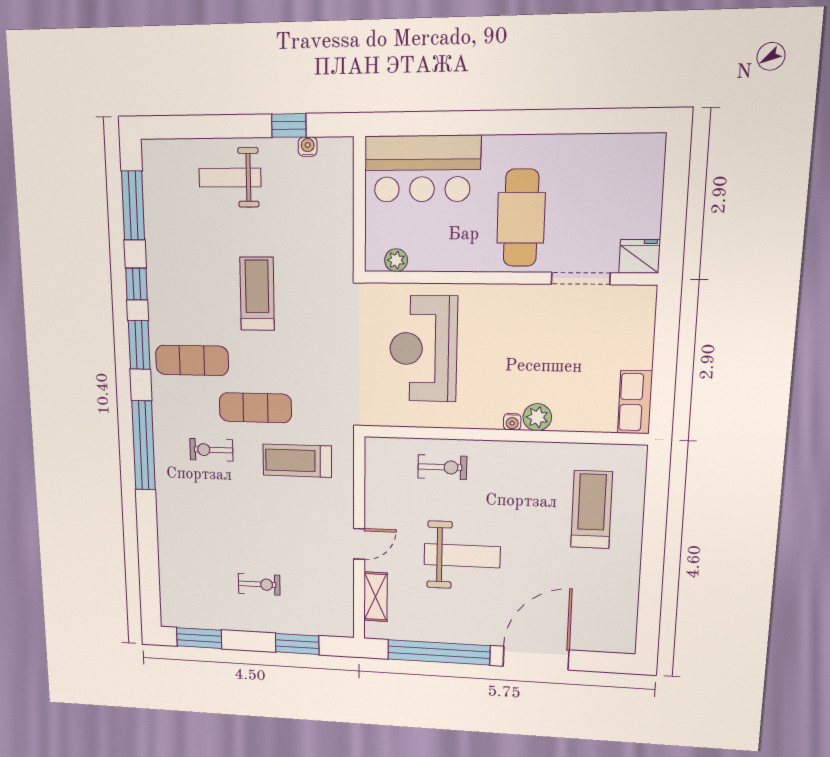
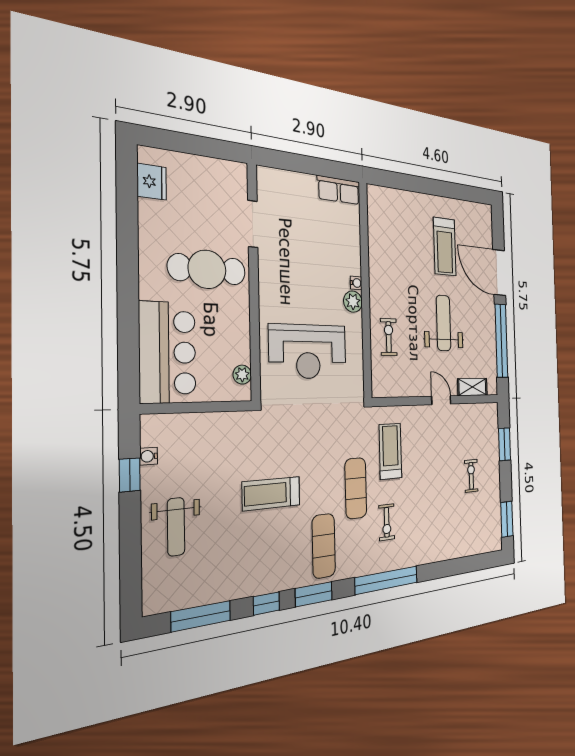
fridge: (640, 256) -> (152, 182), moved, turned 180
plant: (537, 417) -> (353, 302), moved
treadmill: (297, 461) -> (390, 451), turned 180
treadmill: (592, 510) -> (445, 247), moved, turned -90

